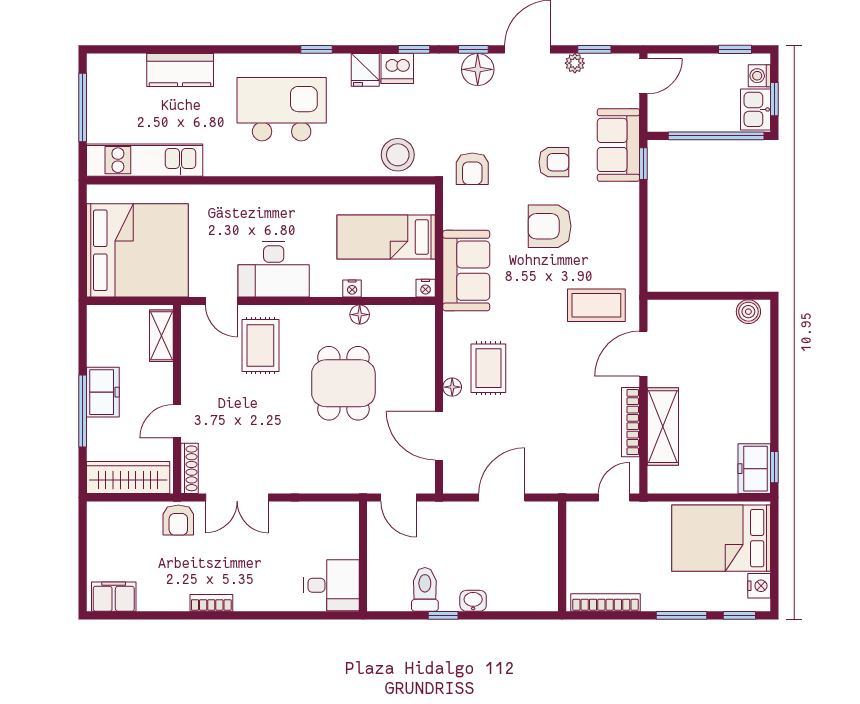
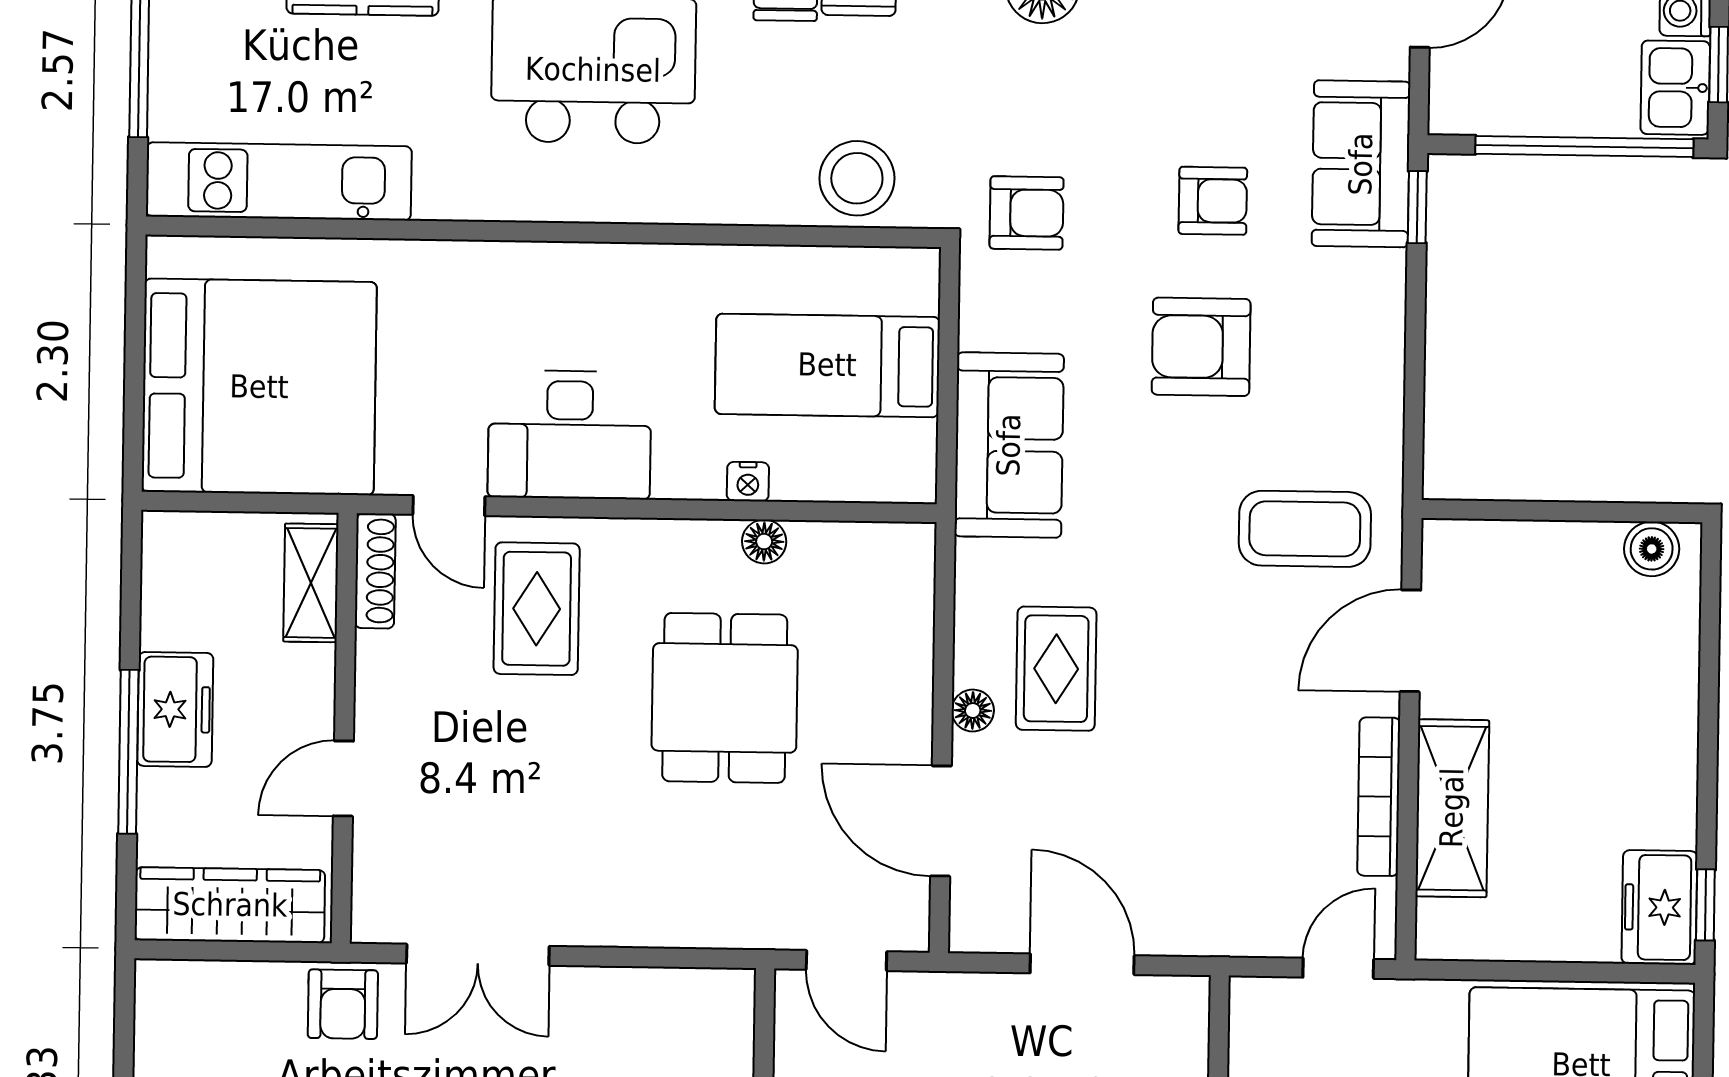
armchair: (472, 169) -> (1027, 213), turned -90
nightstand: (426, 288) -> (916, 483), removed
shoe rack: (189, 468) -> (375, 571), moved
door: (502, 497) -> (1082, 964), hinge flipped

